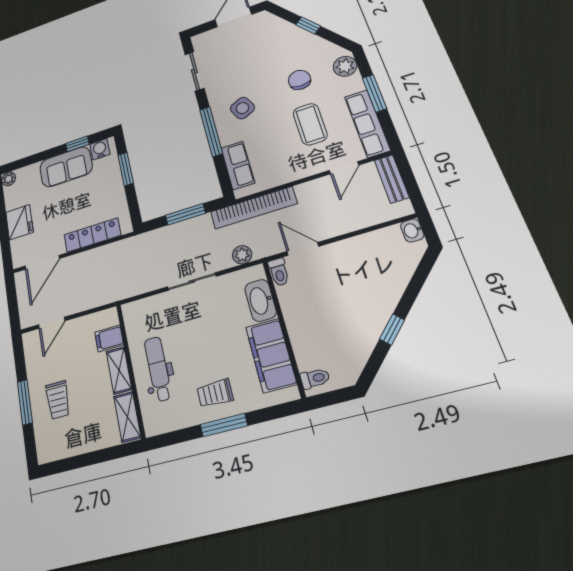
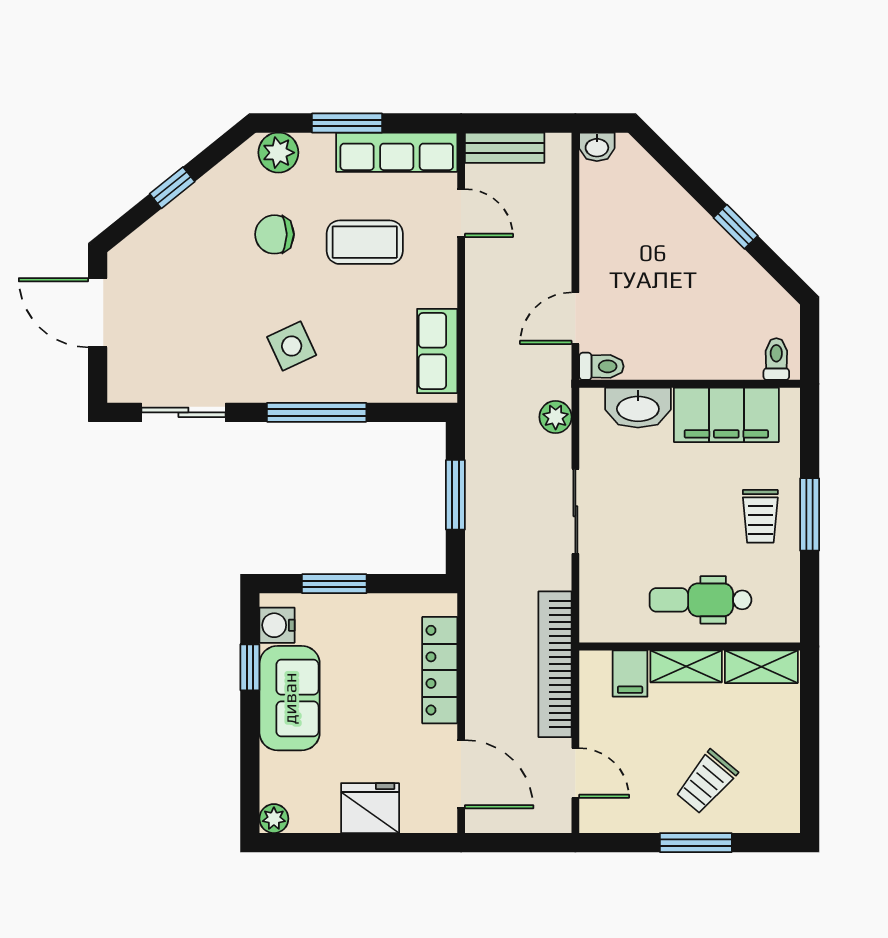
row of seats: (238, 165) -> (437, 351), moved, turned -90
bookcase: (253, 208) -> (555, 664), moved, turned 180
trolley: (58, 400) -> (706, 782), turned 130

